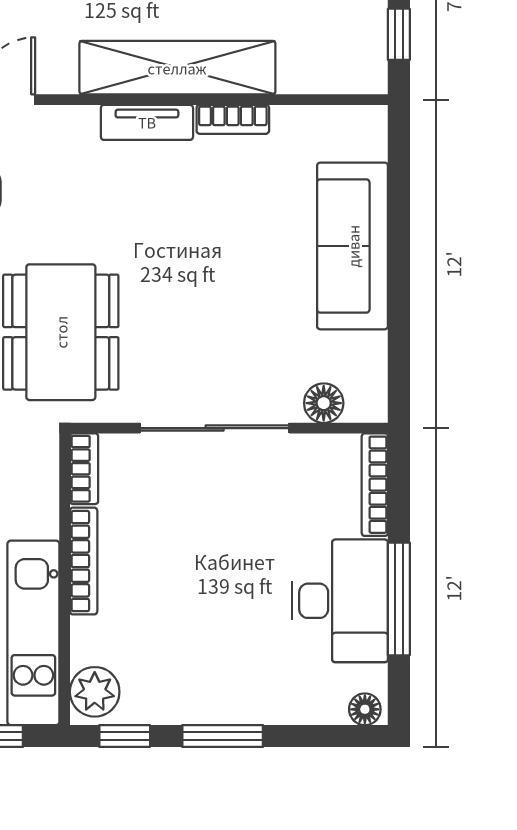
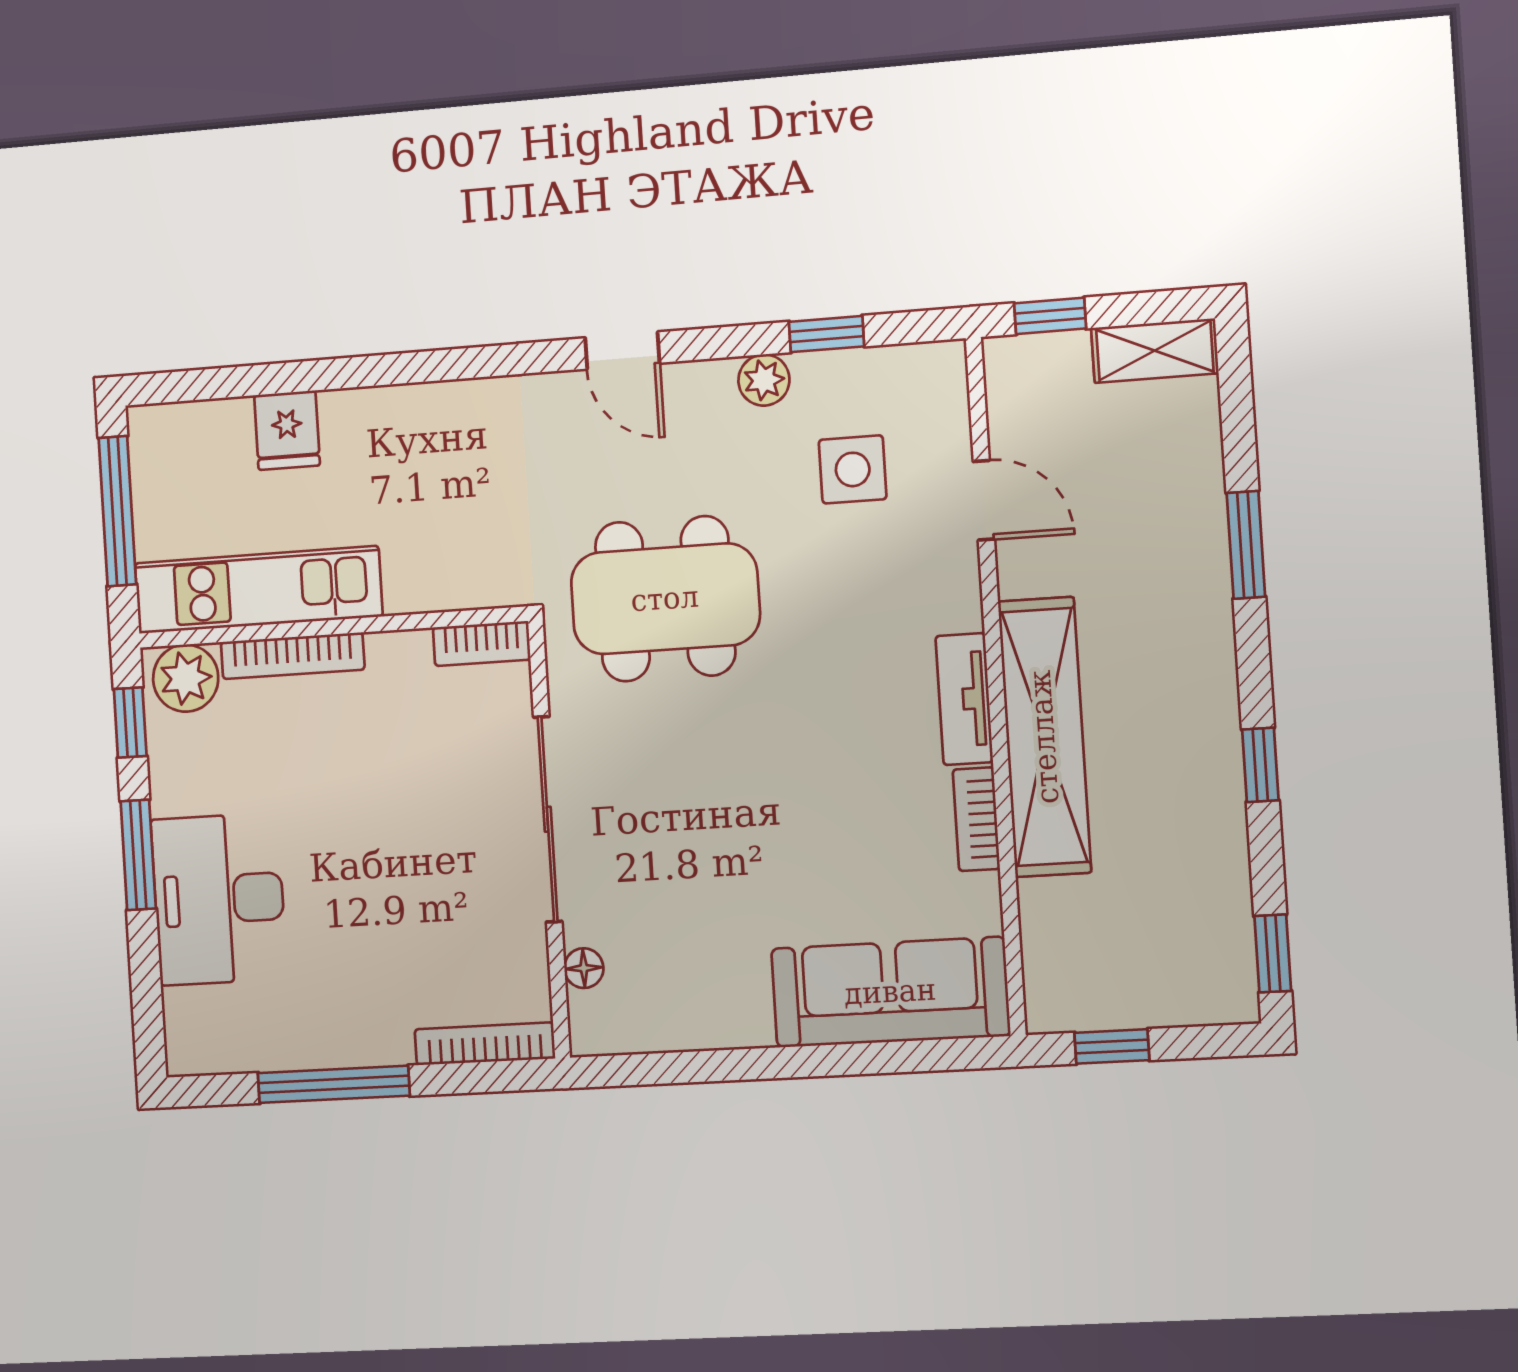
sofa: (353, 246) -> (890, 992), moved
floor lamp: (324, 403) -> (584, 968), width x0.73, depth x0.73
bookcase: (84, 561) -> (293, 656), moved
desk: (340, 601) -> (219, 899), moved, turned 90
floor lamp: (365, 709) -> (185, 1045), removed

